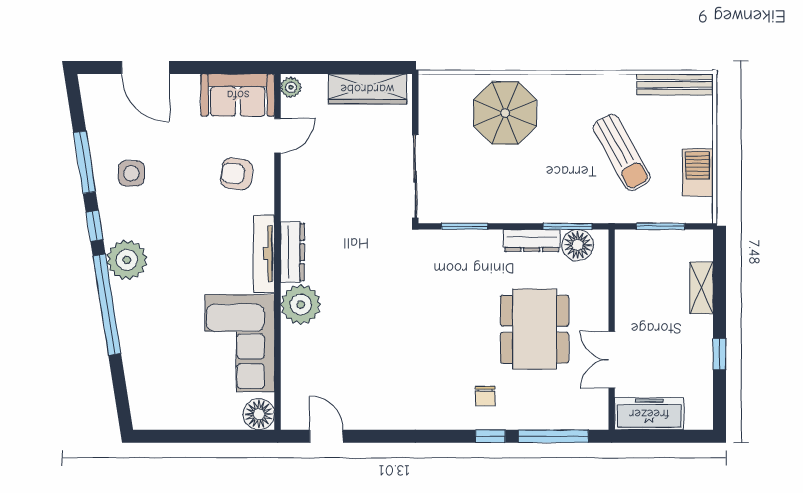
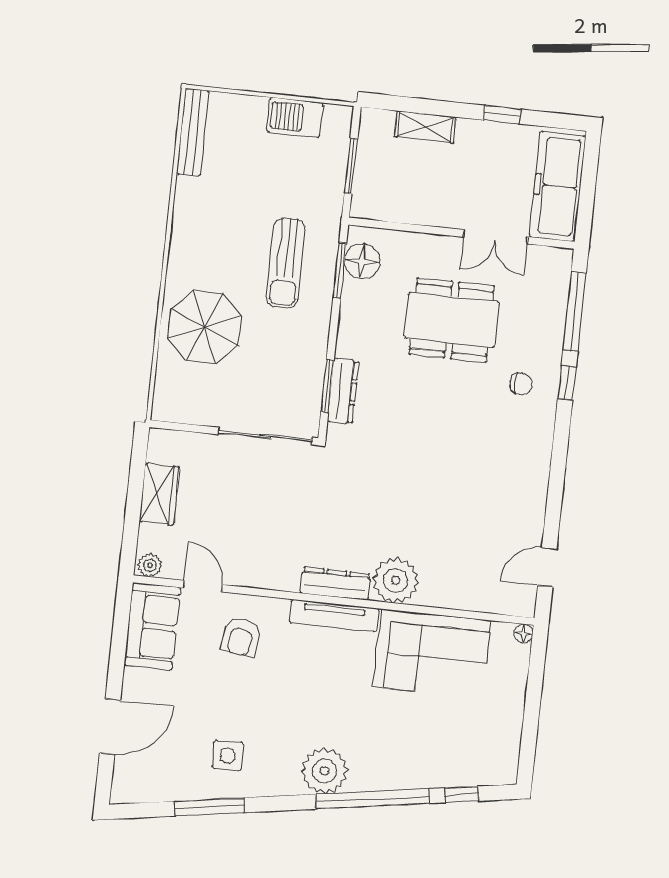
wardrobe: (367, 89) -> (159, 494), width x0.67
sun lounger: (622, 152) -> (286, 263), moved, turned 119
window: (95, 226) -> (462, 794), moved
dresser: (532, 240) -> (343, 391), moved
floor lamp: (259, 414) -> (523, 633), width x0.53, depth x0.53
freezer: (649, 414) -> (558, 186), width x1.36, depth x1.26

